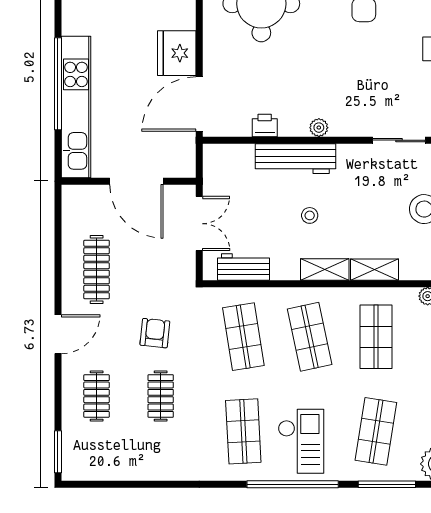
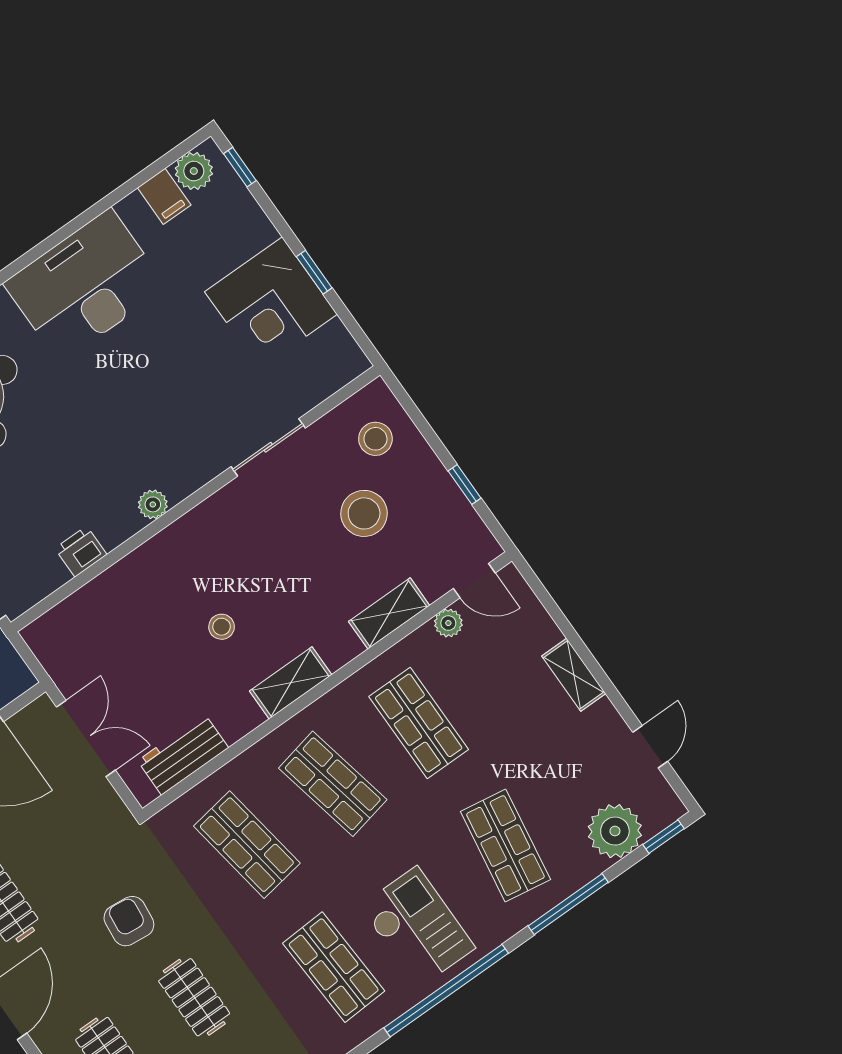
workbench: (296, 159) -> (151, 566), removed
shelving: (375, 270) -> (389, 613), moved

